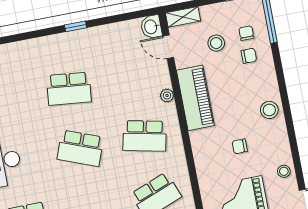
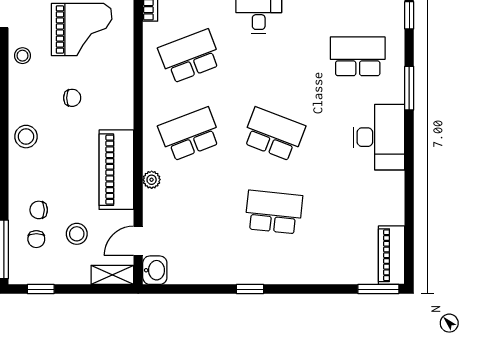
door: (168, 47) -> (138, 241), swing flipped
school desk: (145, 136) -> (190, 134), turned -33

